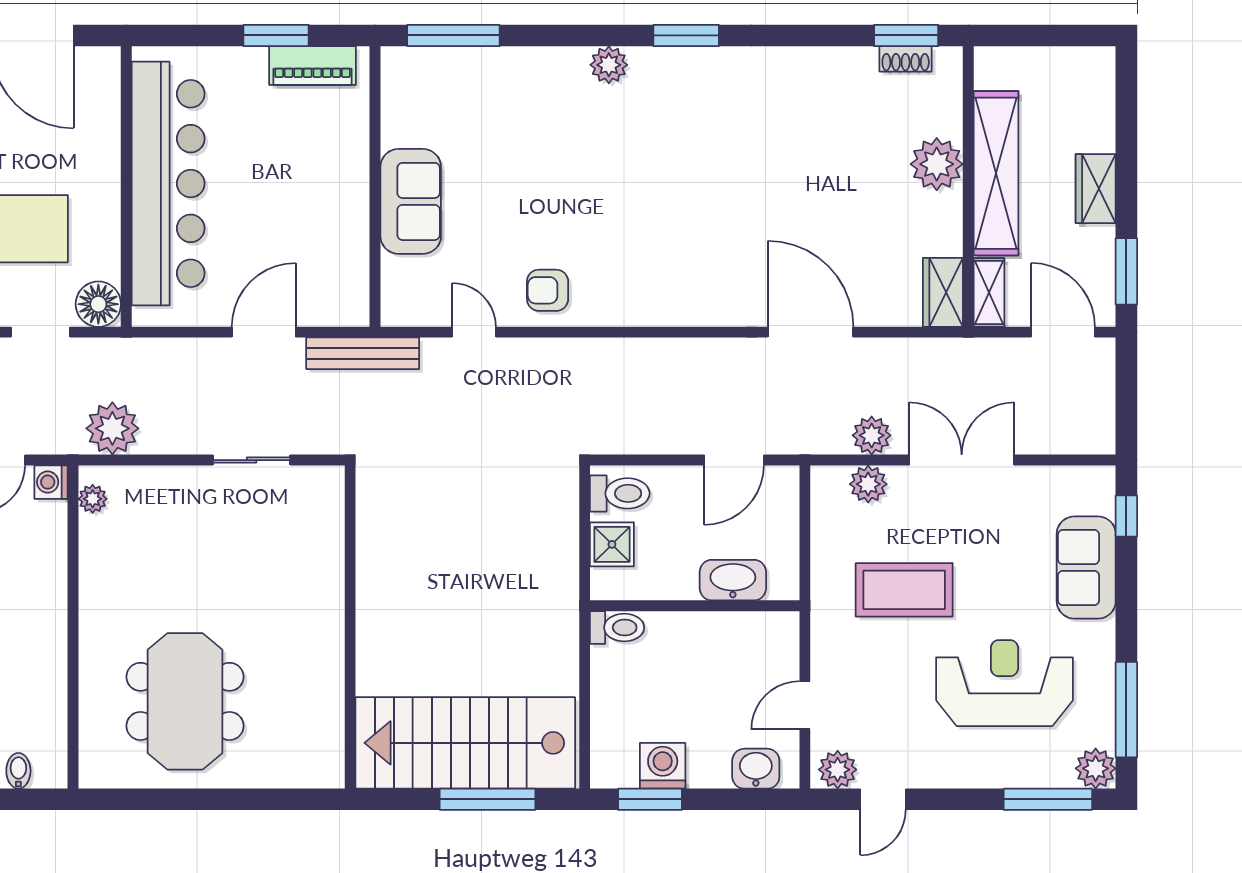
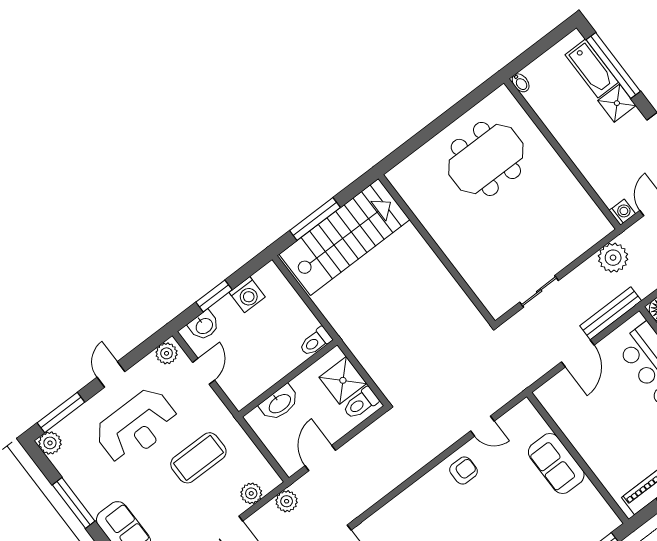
bench: (363, 353) -> (611, 313), moved
plant: (872, 435) -> (287, 501), moved
plant: (93, 499) -> (598, 219), removed
shower: (612, 544) -> (343, 380), width x1.36, depth x1.36
reception desk: (1004, 683) -> (137, 426), moved
meeting table: (185, 701) -> (486, 159), turned 90
window: (1126, 710) -> (74, 503), moved
bidet: (18, 771) -> (521, 83), moved
window: (650, 799) -> (214, 296), moved
door: (883, 799) -> (111, 374), moved

